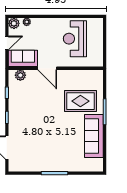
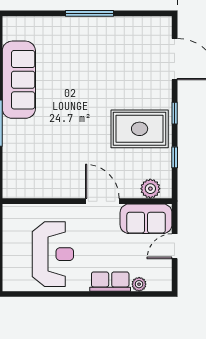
plant: (14, 23) -> (162, 281), removed
row of seats: (43, 23) -> (110, 282), added
rug: (80, 101) -> (140, 129), moved

